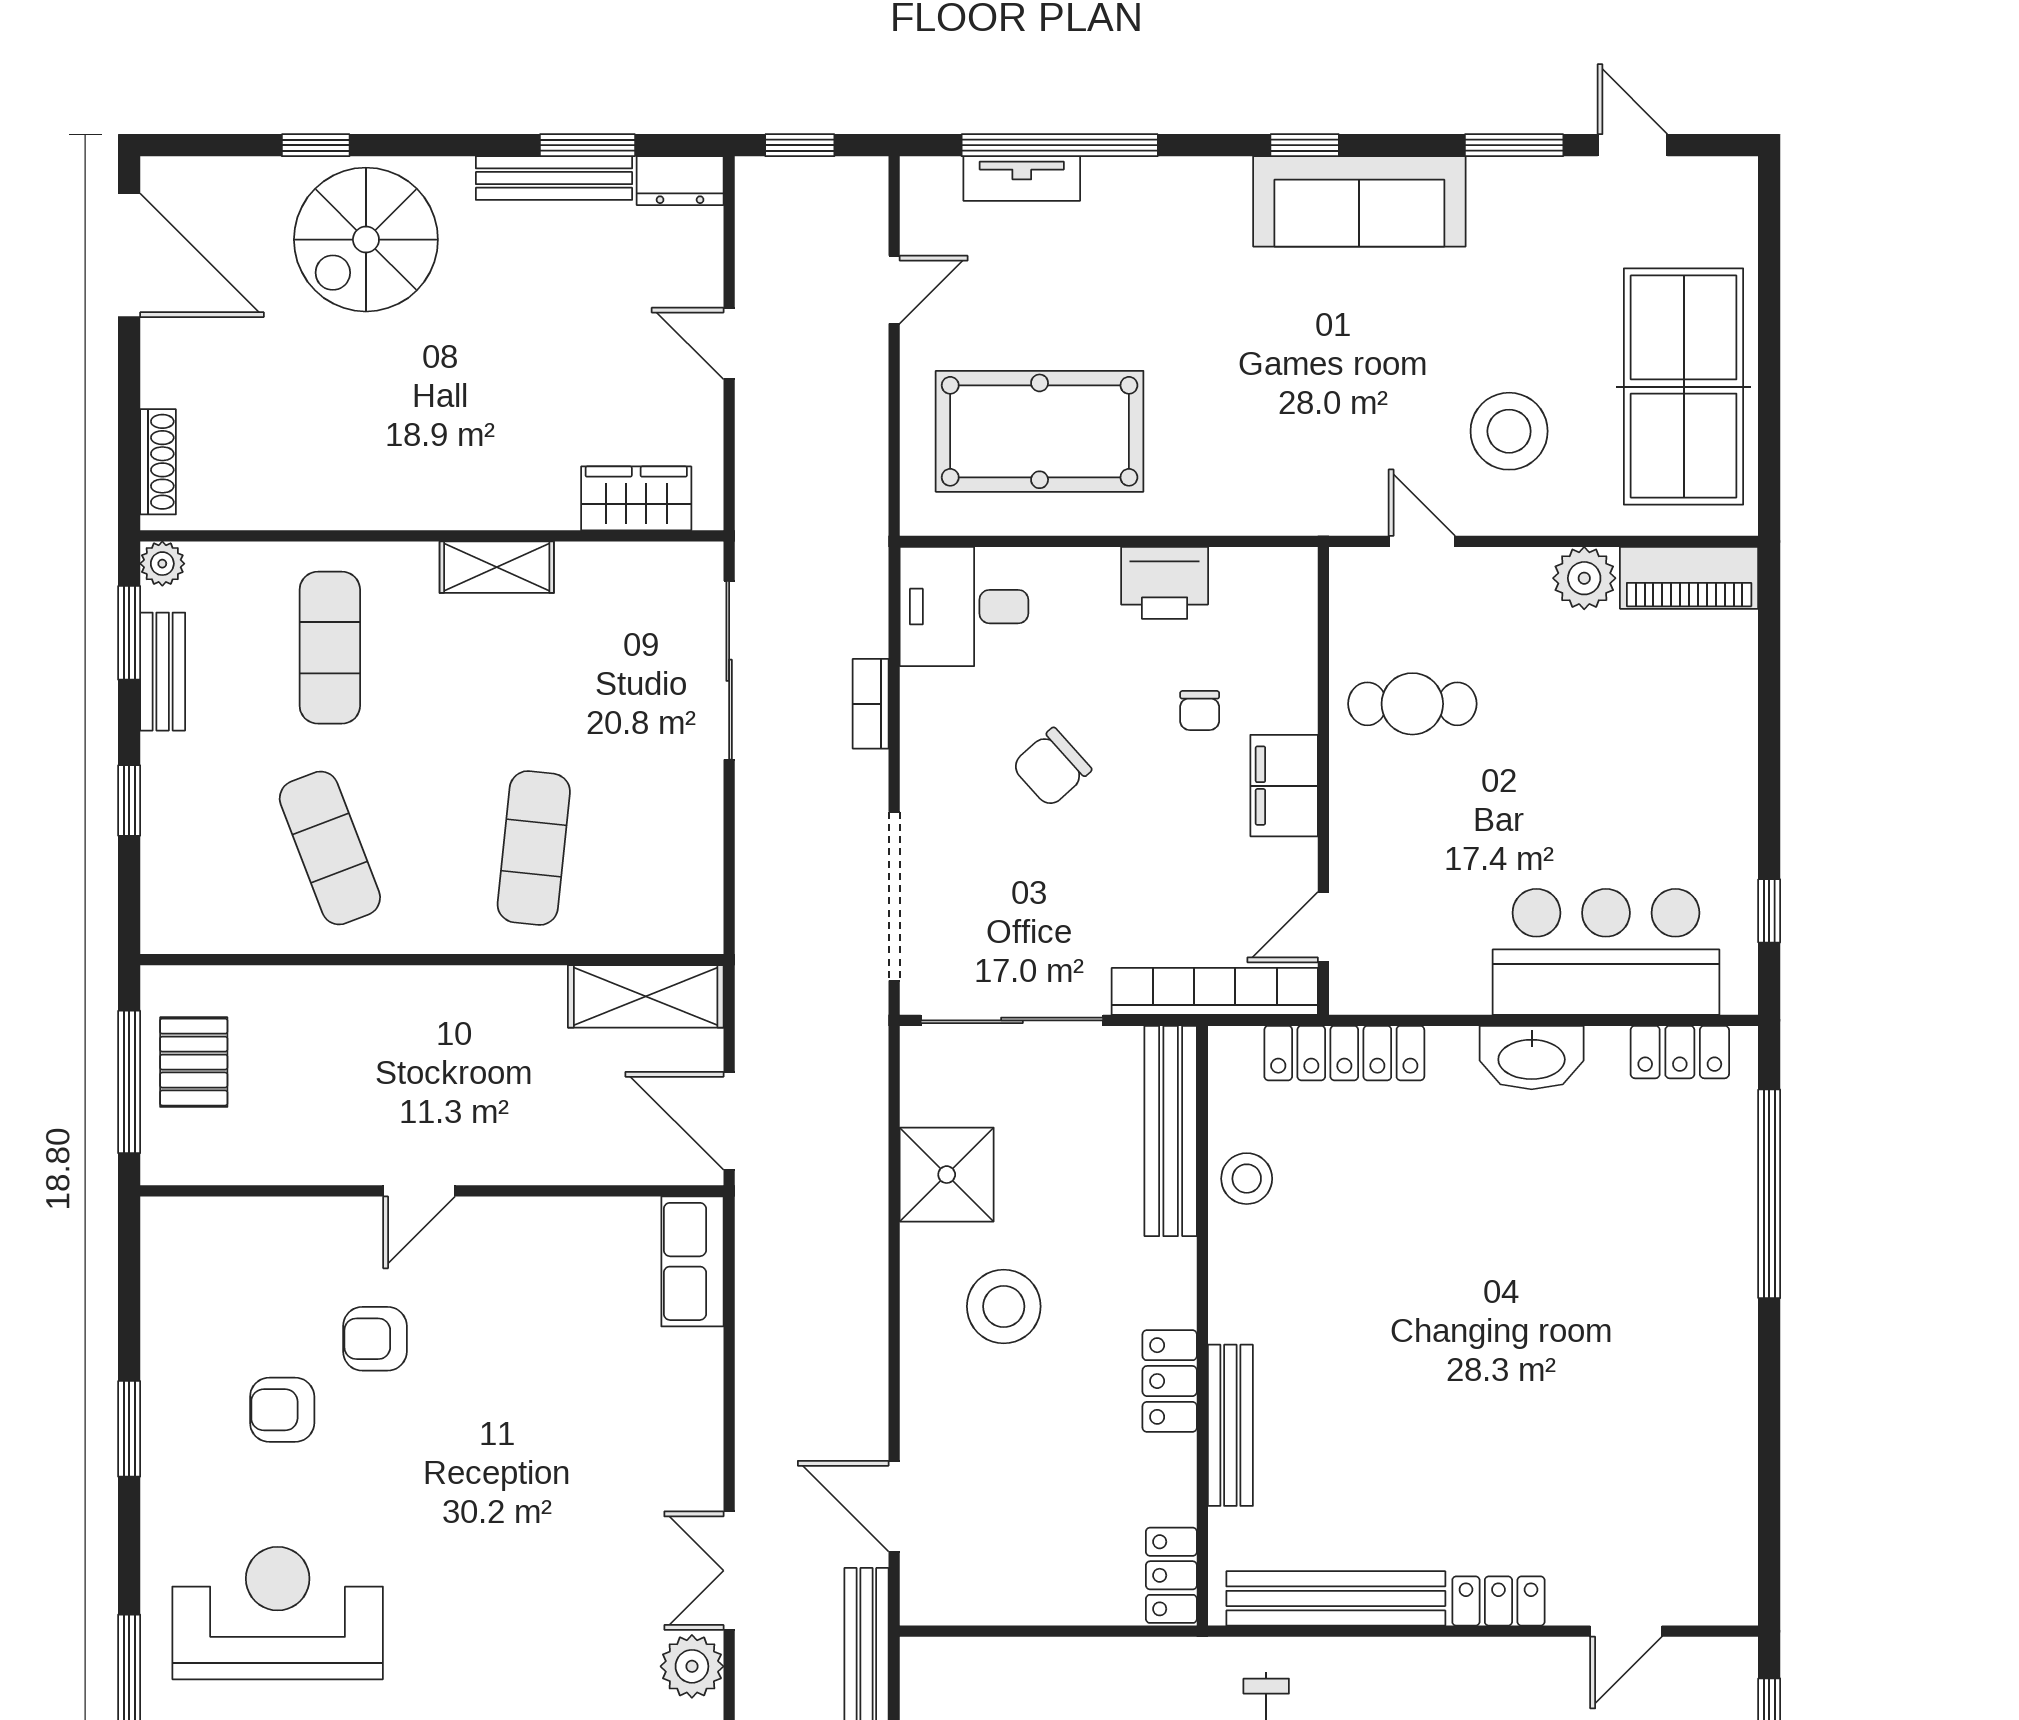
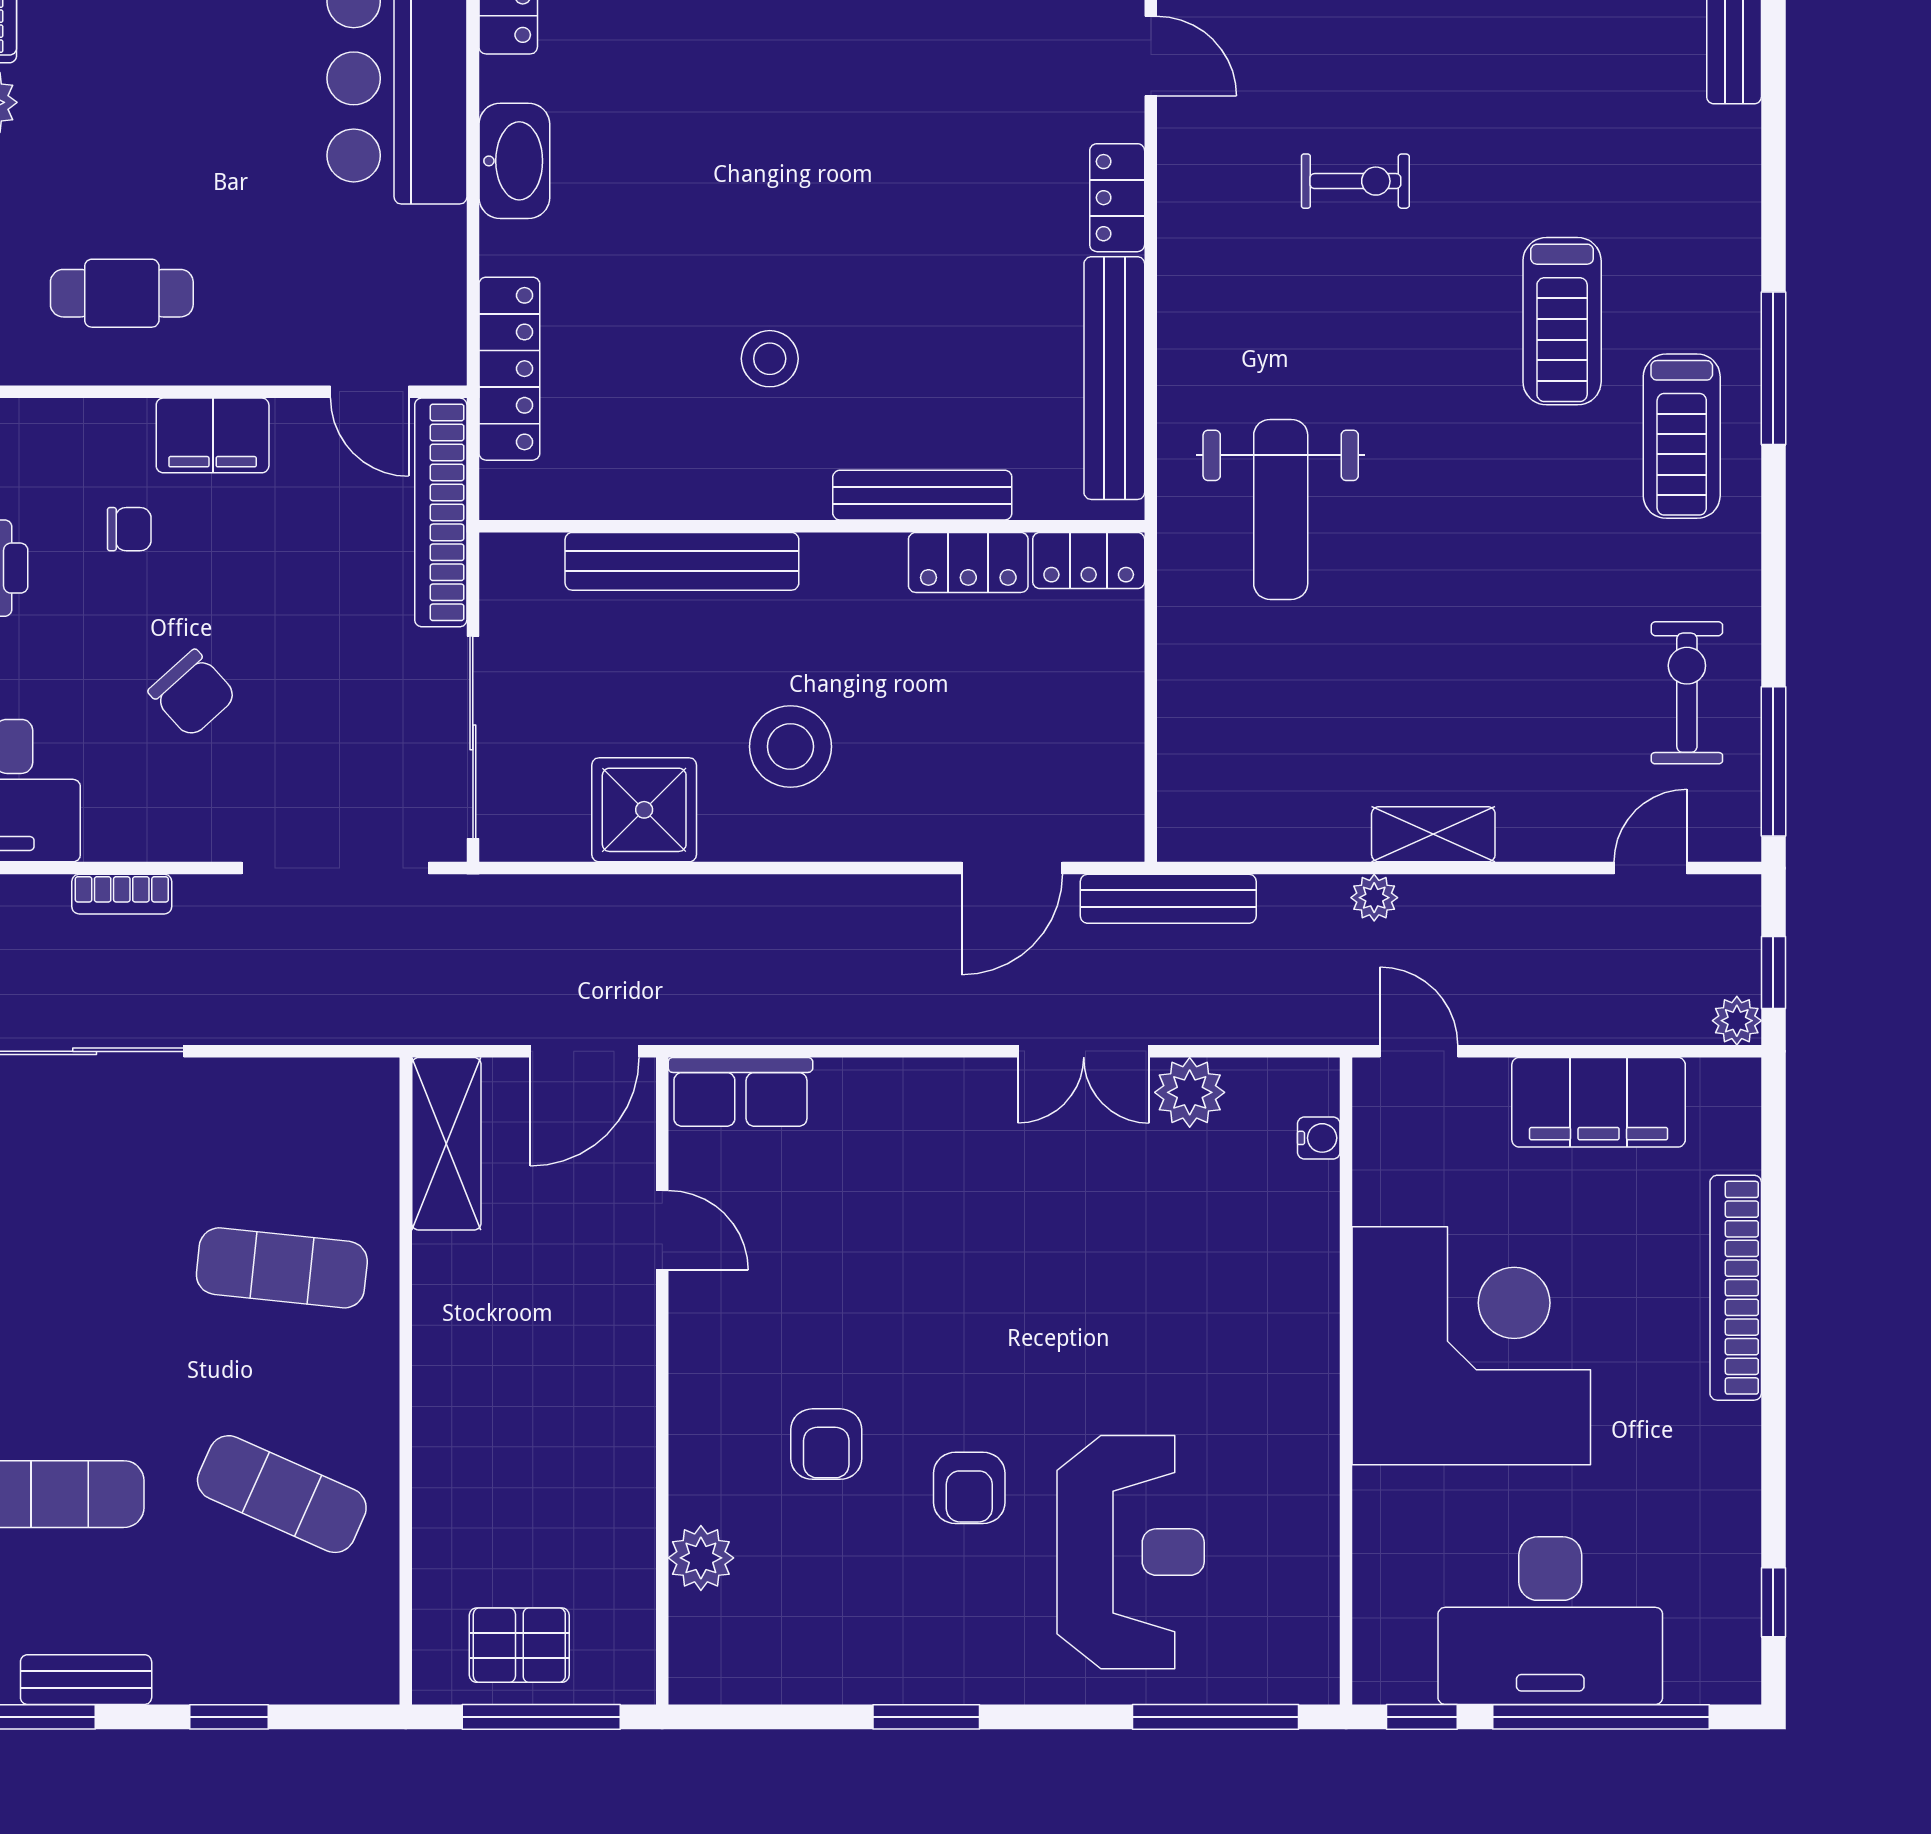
cafe table: (1412, 704) -> (122, 293), turned 90
exercise mat: (330, 848) -> (282, 1494), turned 45
bench: (1171, 1131) -> (682, 561), moved
stool: (1247, 1179) -> (770, 359), moved
door: (419, 1191) -> (662, 1230), moved
plant: (272, 1226) -> (701, 1558), added
locker: (1170, 1381) -> (968, 562), moved
armchair: (282, 1410) -> (969, 1488), moved
reception desk: (278, 1613) -> (1131, 1552), turned 180

